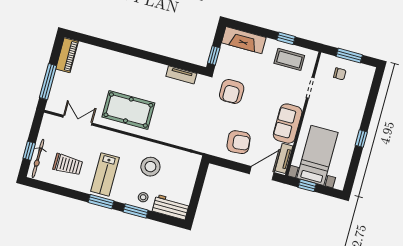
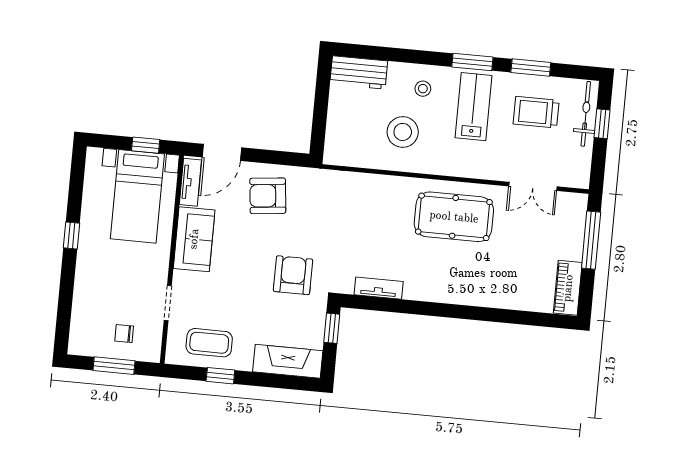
stool: (143, 197) -> (423, 89), moved
window: (136, 211) -> (531, 68), moved

